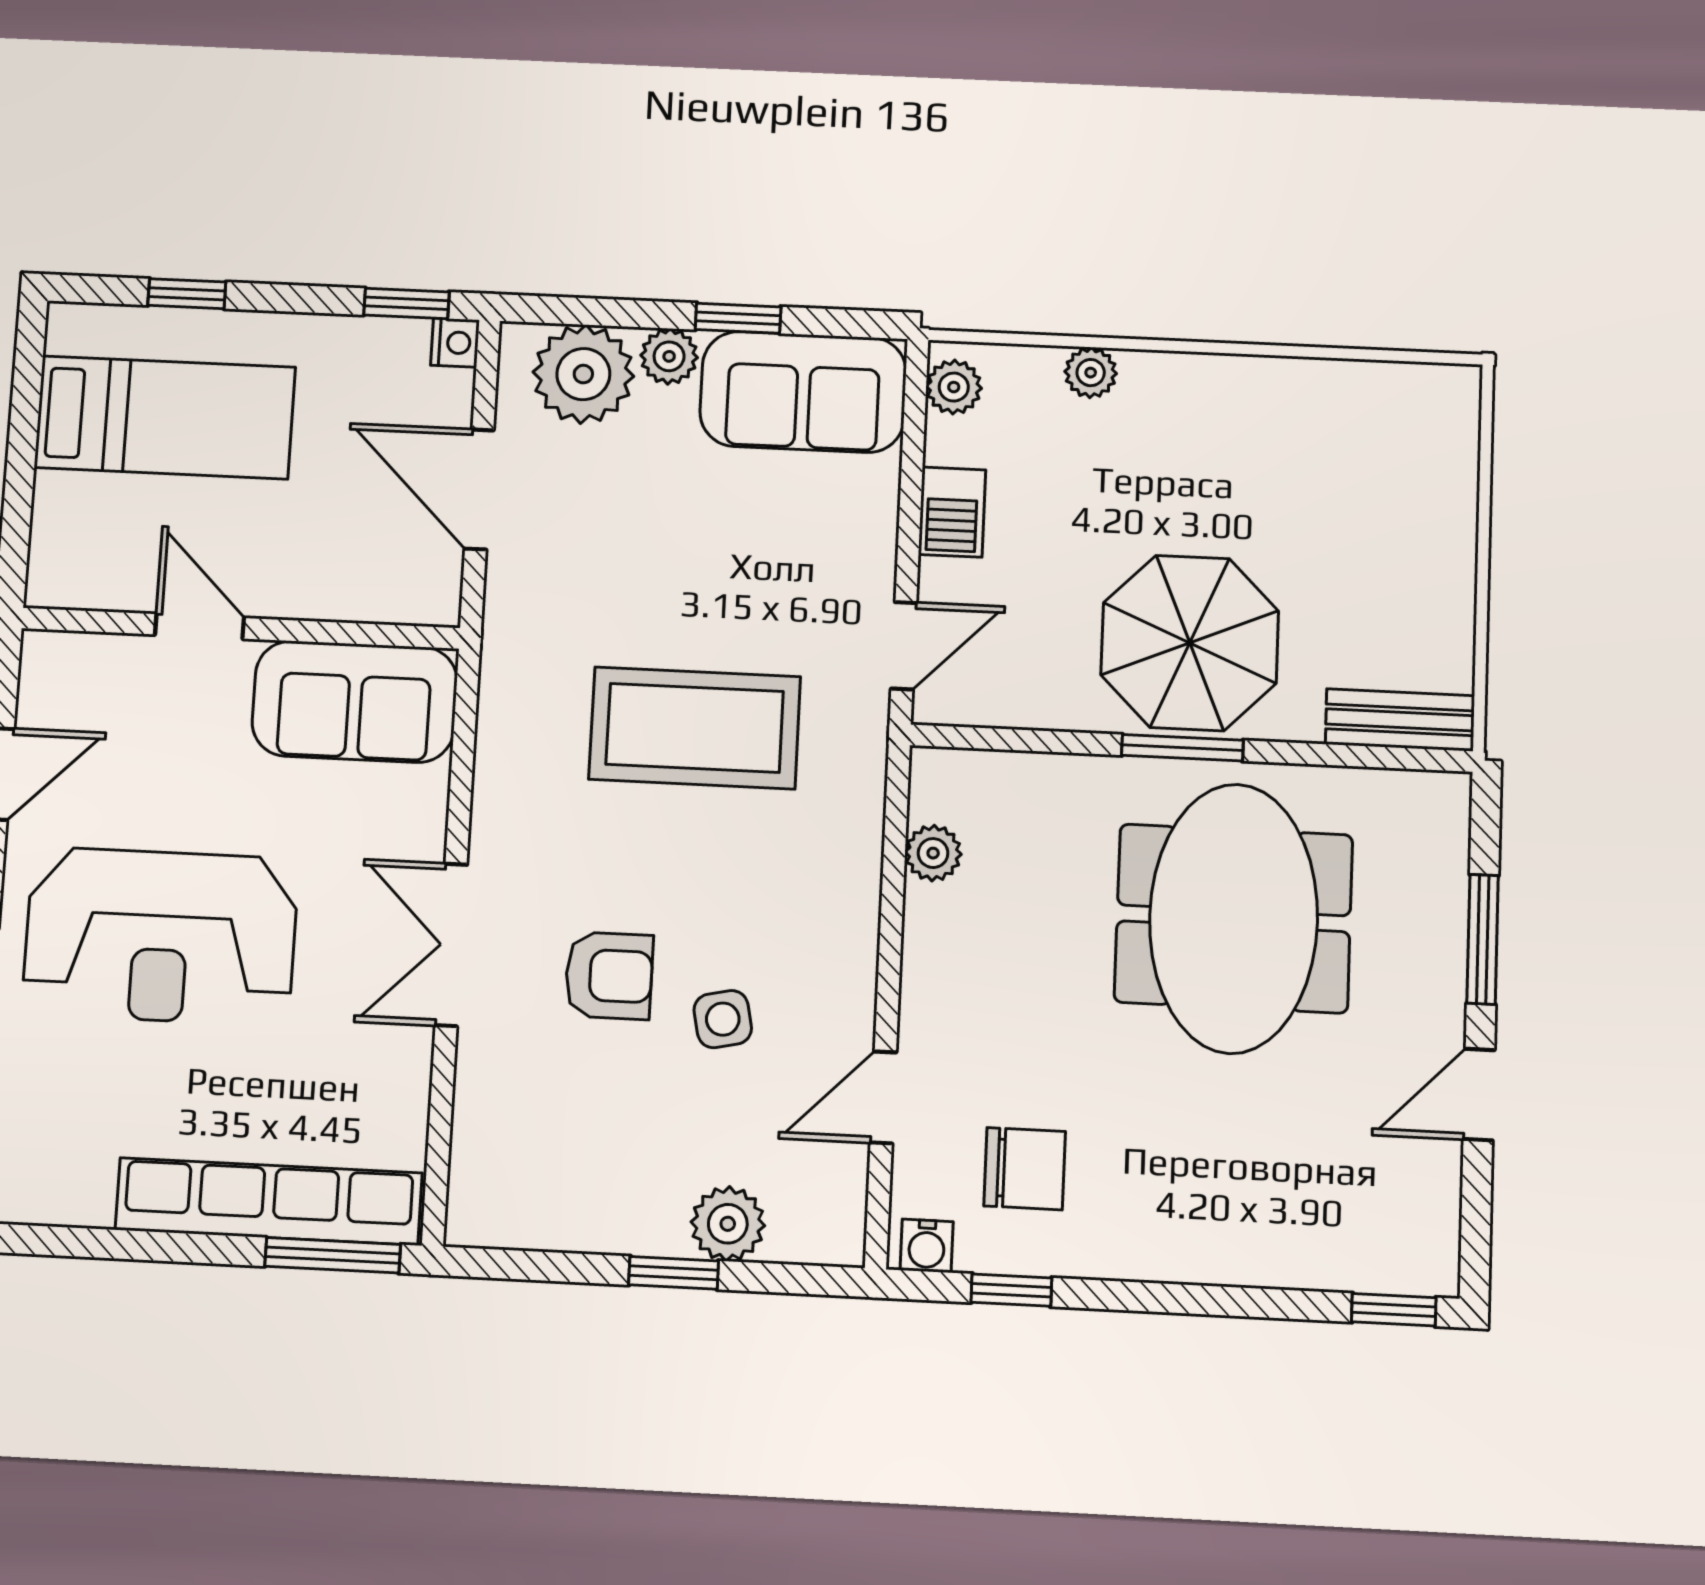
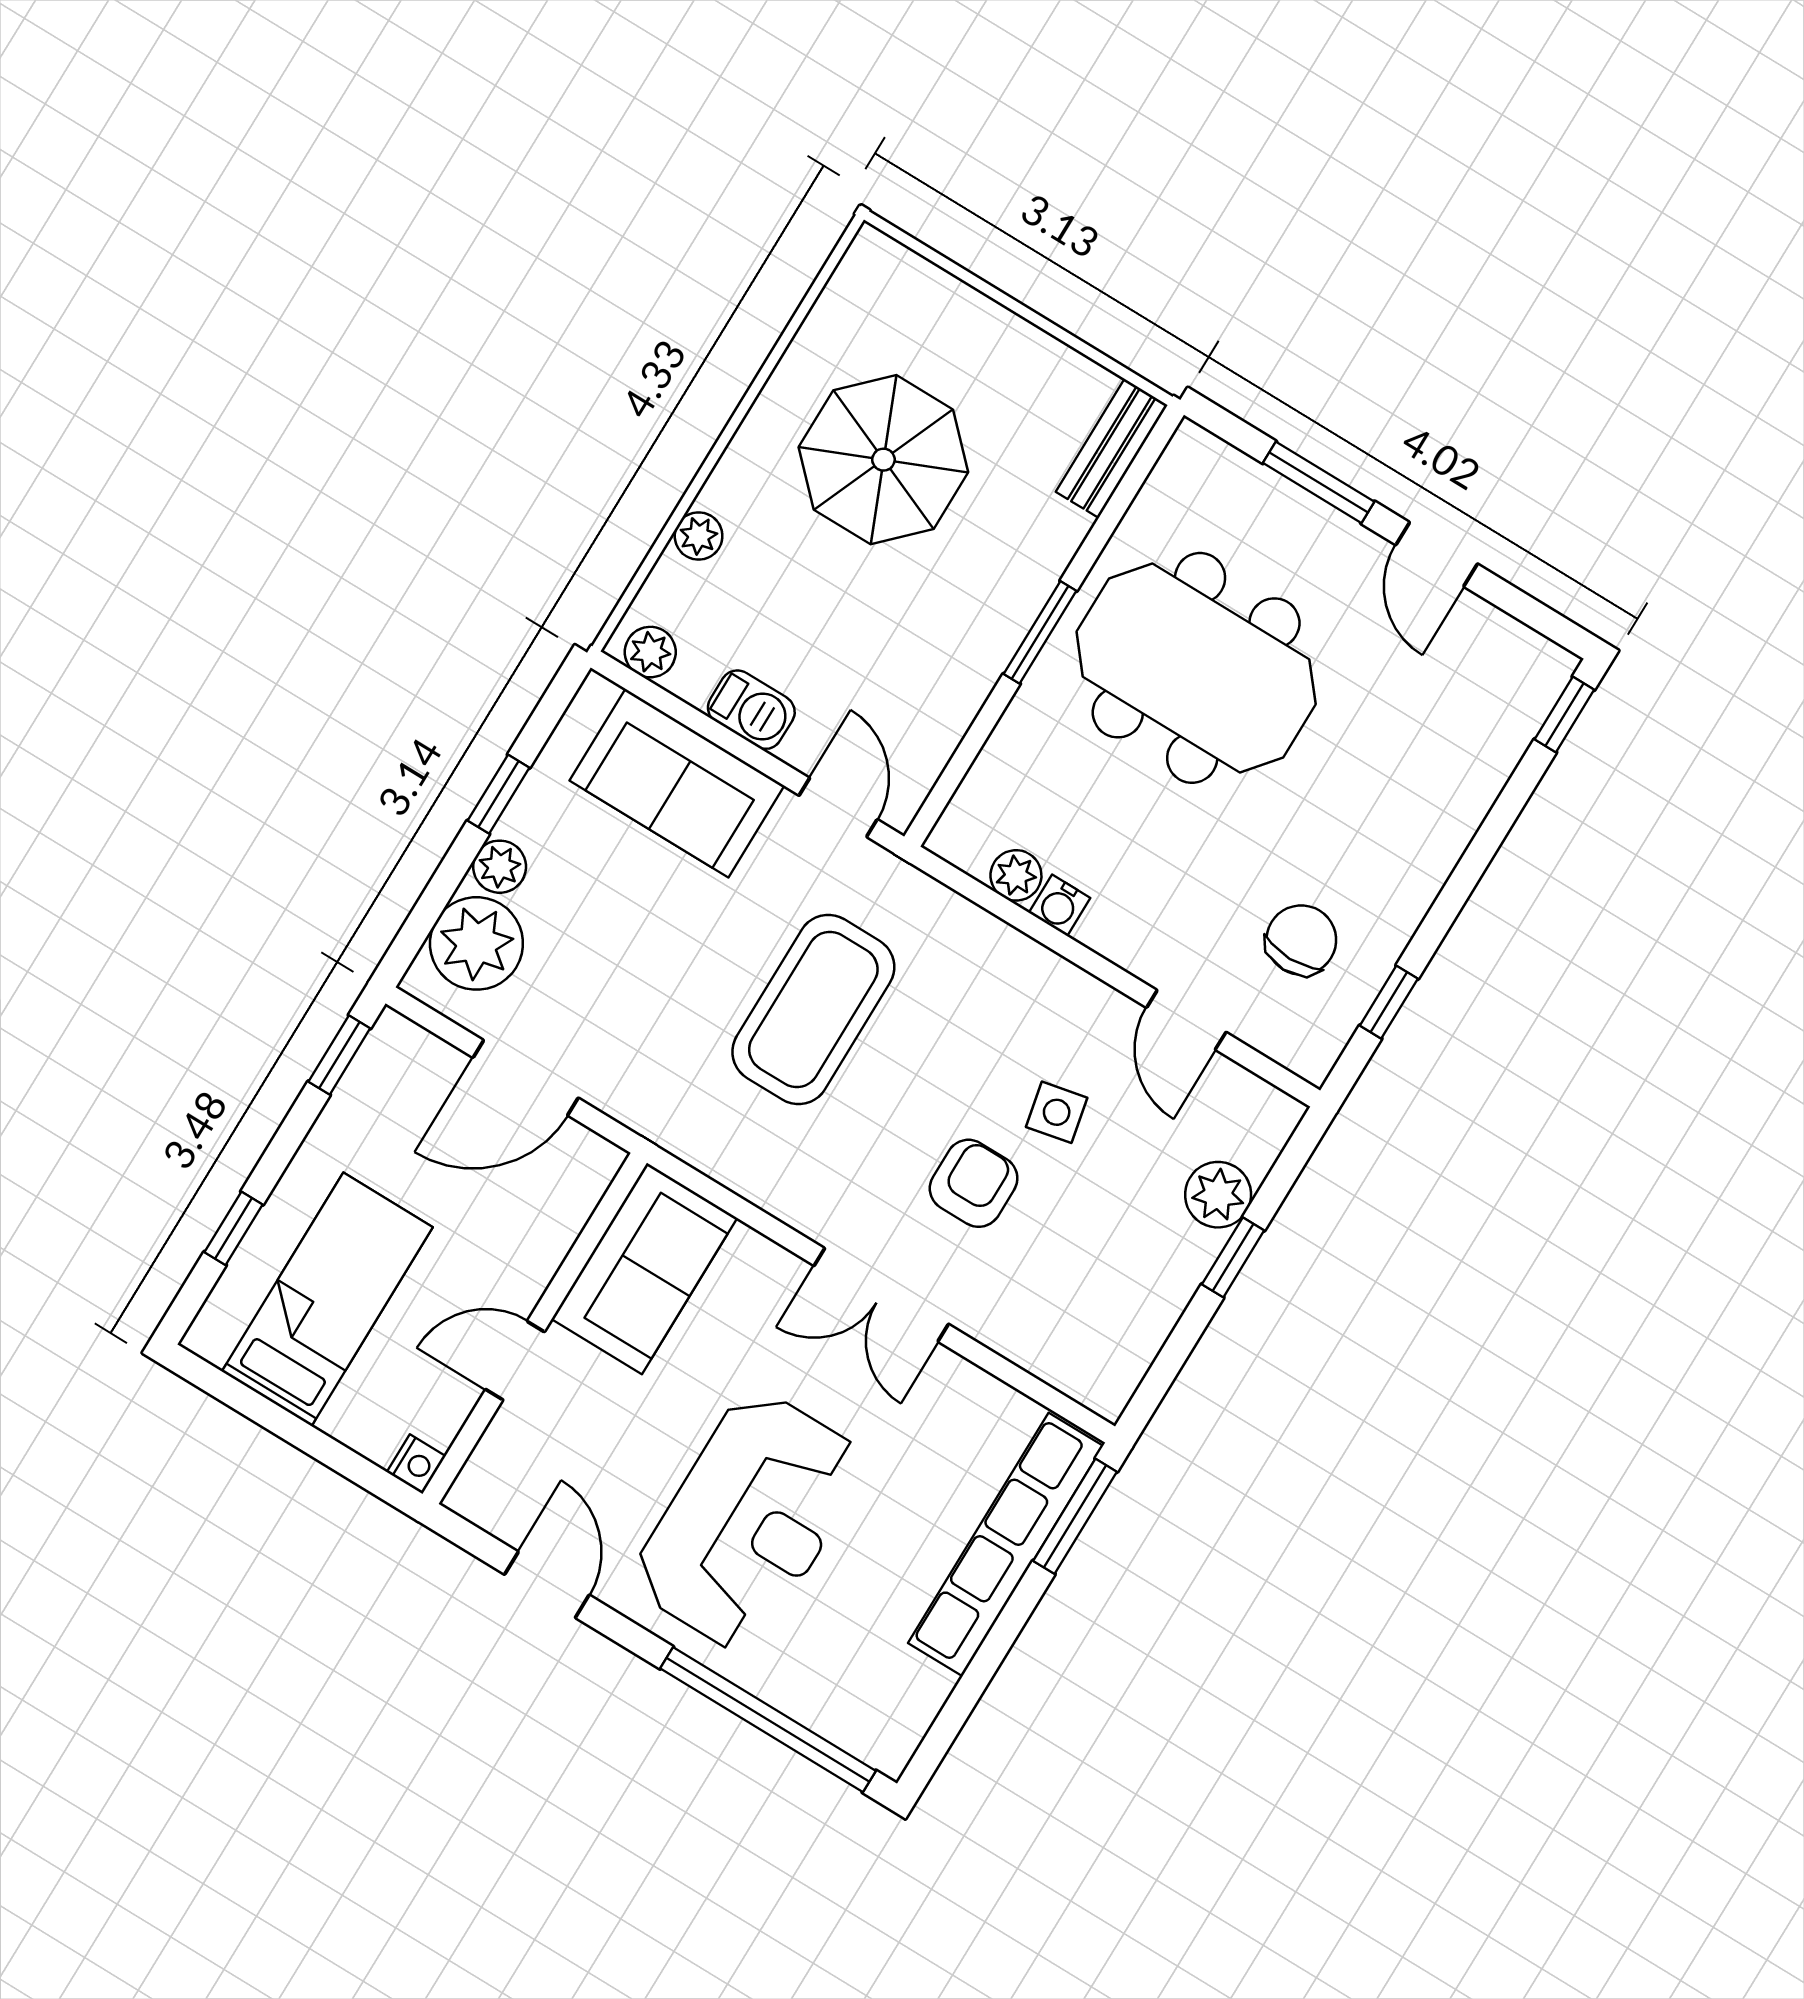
nightstand: (455, 343) -> (416, 1464), moved, turned 90
sofa: (803, 392) -> (677, 783), moved, turned 90
parasol: (1190, 643) -> (883, 460), moved
water cooler: (927, 1246) -> (1060, 905), moved, turned 90

